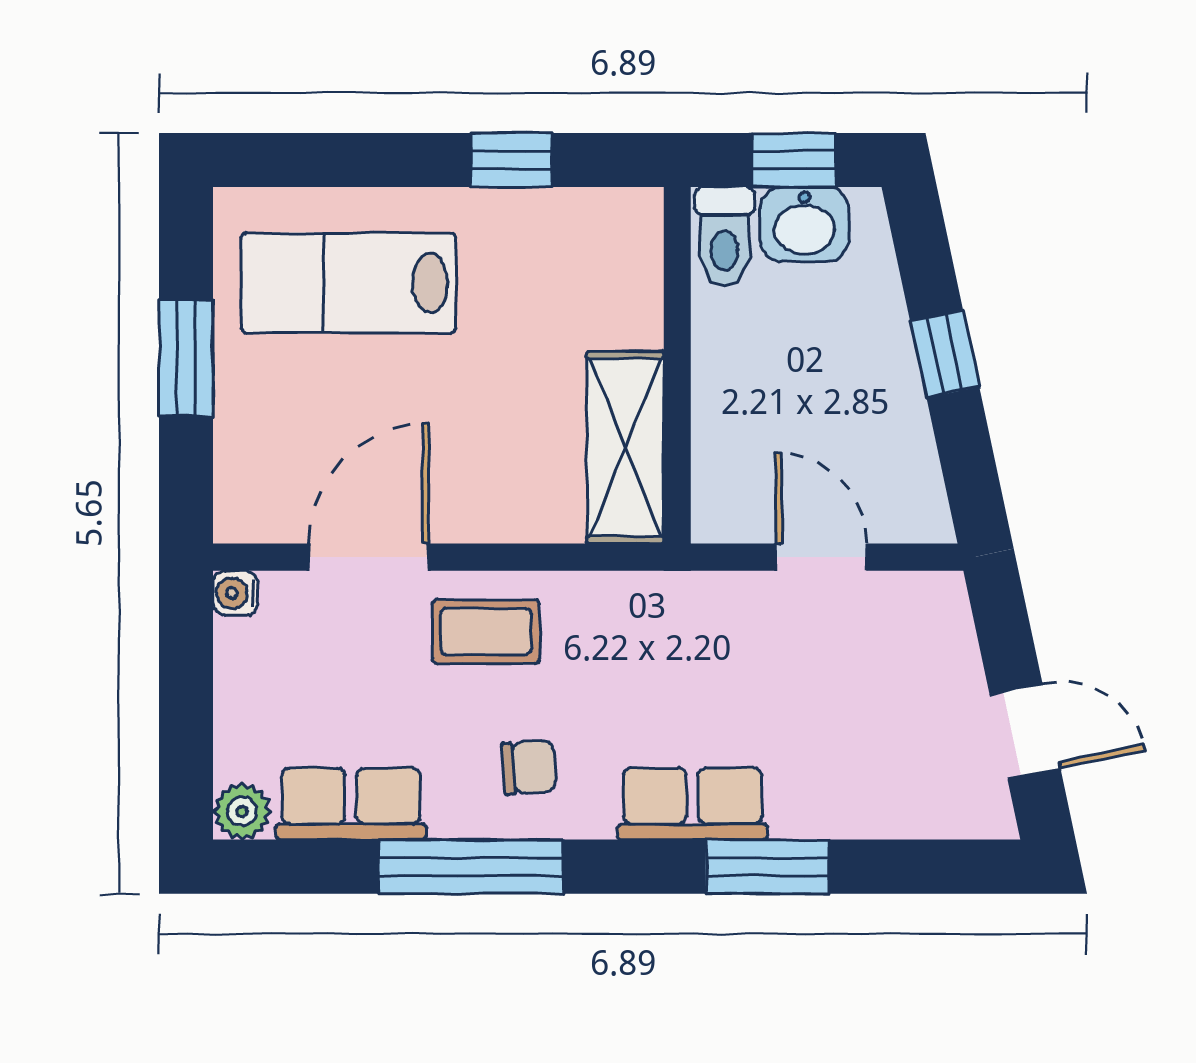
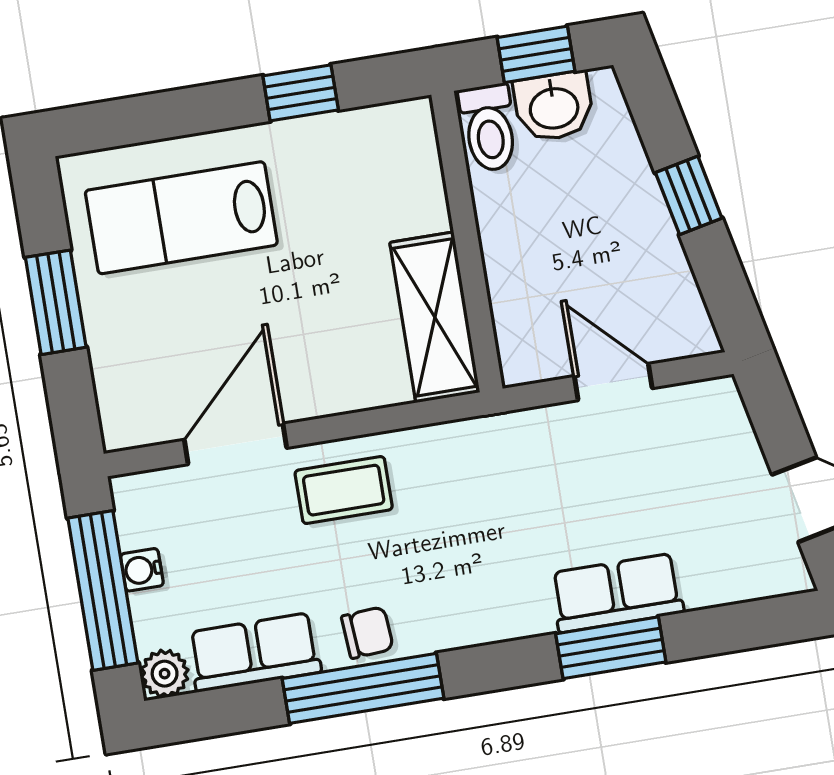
water cooler: (235, 593) -> (142, 570), moved
window: (186, 703) -> (103, 590), added
chair: (529, 767) -> (367, 633), moved
row of seats: (692, 804) -> (617, 593), moved

